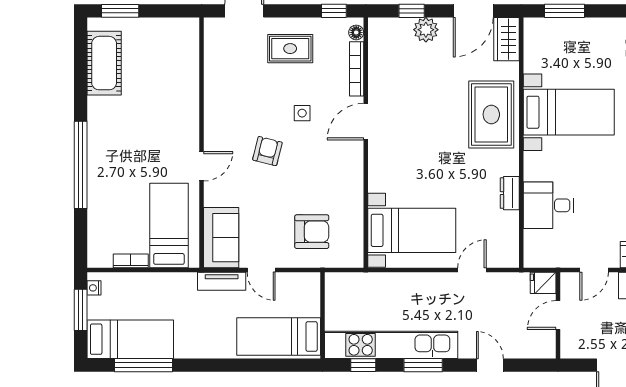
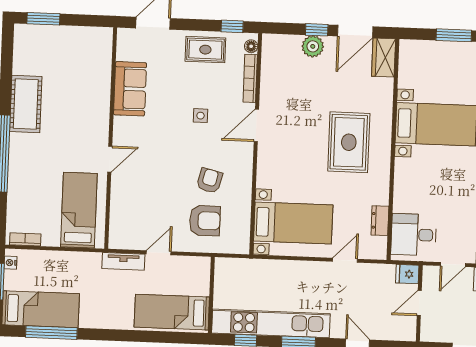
window: (412, 11) -> (317, 30), moved
window: (565, 11) -> (454, 35), moved
rug: (290, 49) -> (205, 50), moved
cot: (104, 63) -> (26, 104), moved
rug: (491, 114) -> (349, 142), moved
armchair: (267, 151) -> (209, 181), moved
dresser: (510, 193) -> (380, 221), moved
desk: (549, 205) -> (414, 235), moved
sofa: (221, 238) -> (130, 89), moved
bookcase: (131, 261) -> (25, 239), moved
door: (261, 270) -> (159, 253), swing flipped

